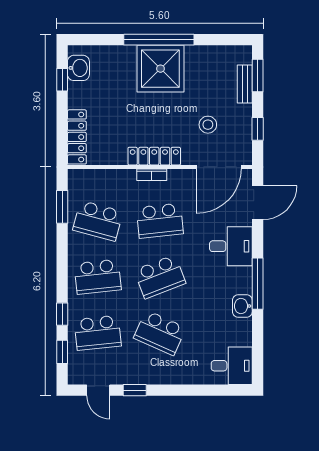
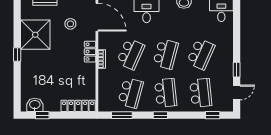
window: (159, 40) -> (17, 54), width x0.32
shower: (160, 69) -> (35, 35), moved
locker: (154, 156) -> (90, 52), width x0.66
school desk: (160, 221) -> (131, 54), turned 30
school desk: (160, 277) -> (166, 54), turned 36
window: (62, 314) -> (160, 115), moved

